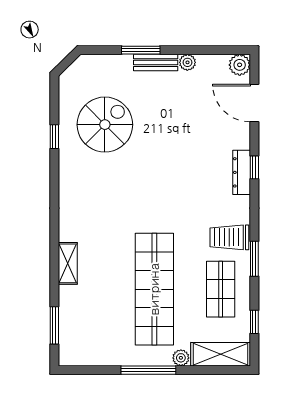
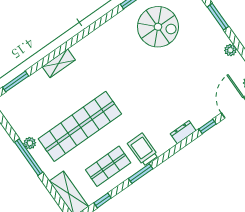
bench: (156, 63) -> (217, 31), removed
window: (254, 167) -> (207, 126), moved
dresser: (242, 172) -> (183, 132), width x0.70
plant: (181, 358) -> (30, 143), moved

